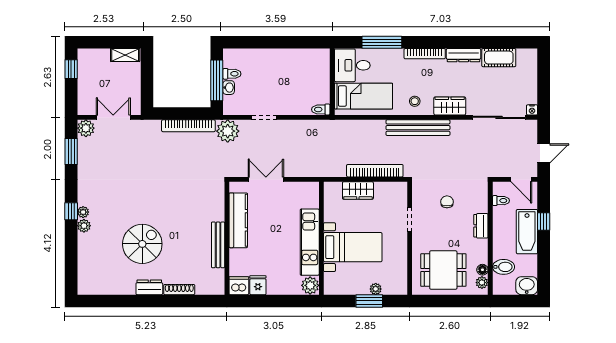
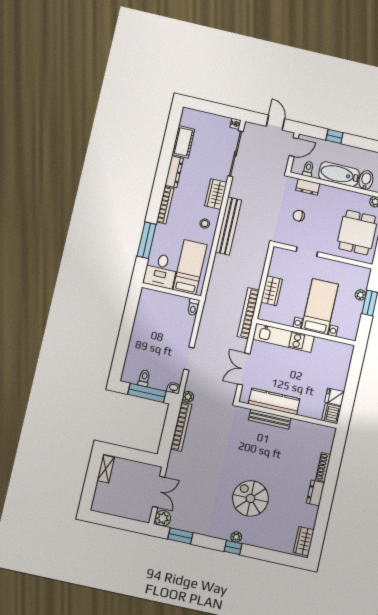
window: (71, 69) -> (107, 520), removed
washbasin: (229, 88) -> (174, 388), moved
double door: (113, 117) -> (159, 492), swing flipped
plant: (228, 131) -> (188, 397), width x0.53, depth x0.53
bookcase: (375, 171) -> (248, 313), moved
plant: (84, 226) -> (248, 539), removed
dresser: (481, 226) -> (308, 187), moved
bathtub: (527, 232) -> (339, 174), moved, turned 180
kitchen unit: (310, 242) -> (283, 338), moved
spiral stairs: (142, 244) -> (250, 498), moved
bench: (218, 245) -> (270, 419), moved
floor lamp: (482, 270) -> (364, 199), removed
plant: (310, 285) -> (345, 351), removed
wardrobe: (95, 286) -> (304, 541), added

